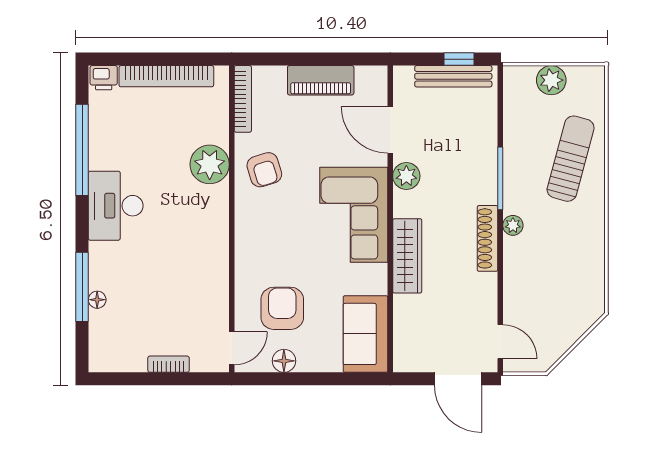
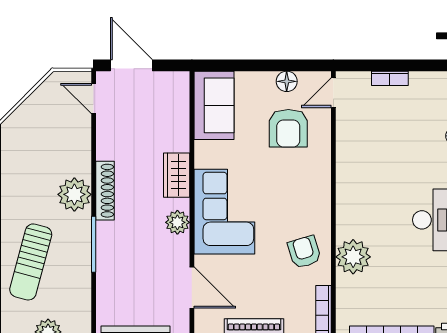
plant: (406, 176) -> (177, 222), moved
plant: (513, 225) -> (74, 194), width x1.87, depth x1.87
wardrobe: (407, 256) -> (177, 175), width x0.67

